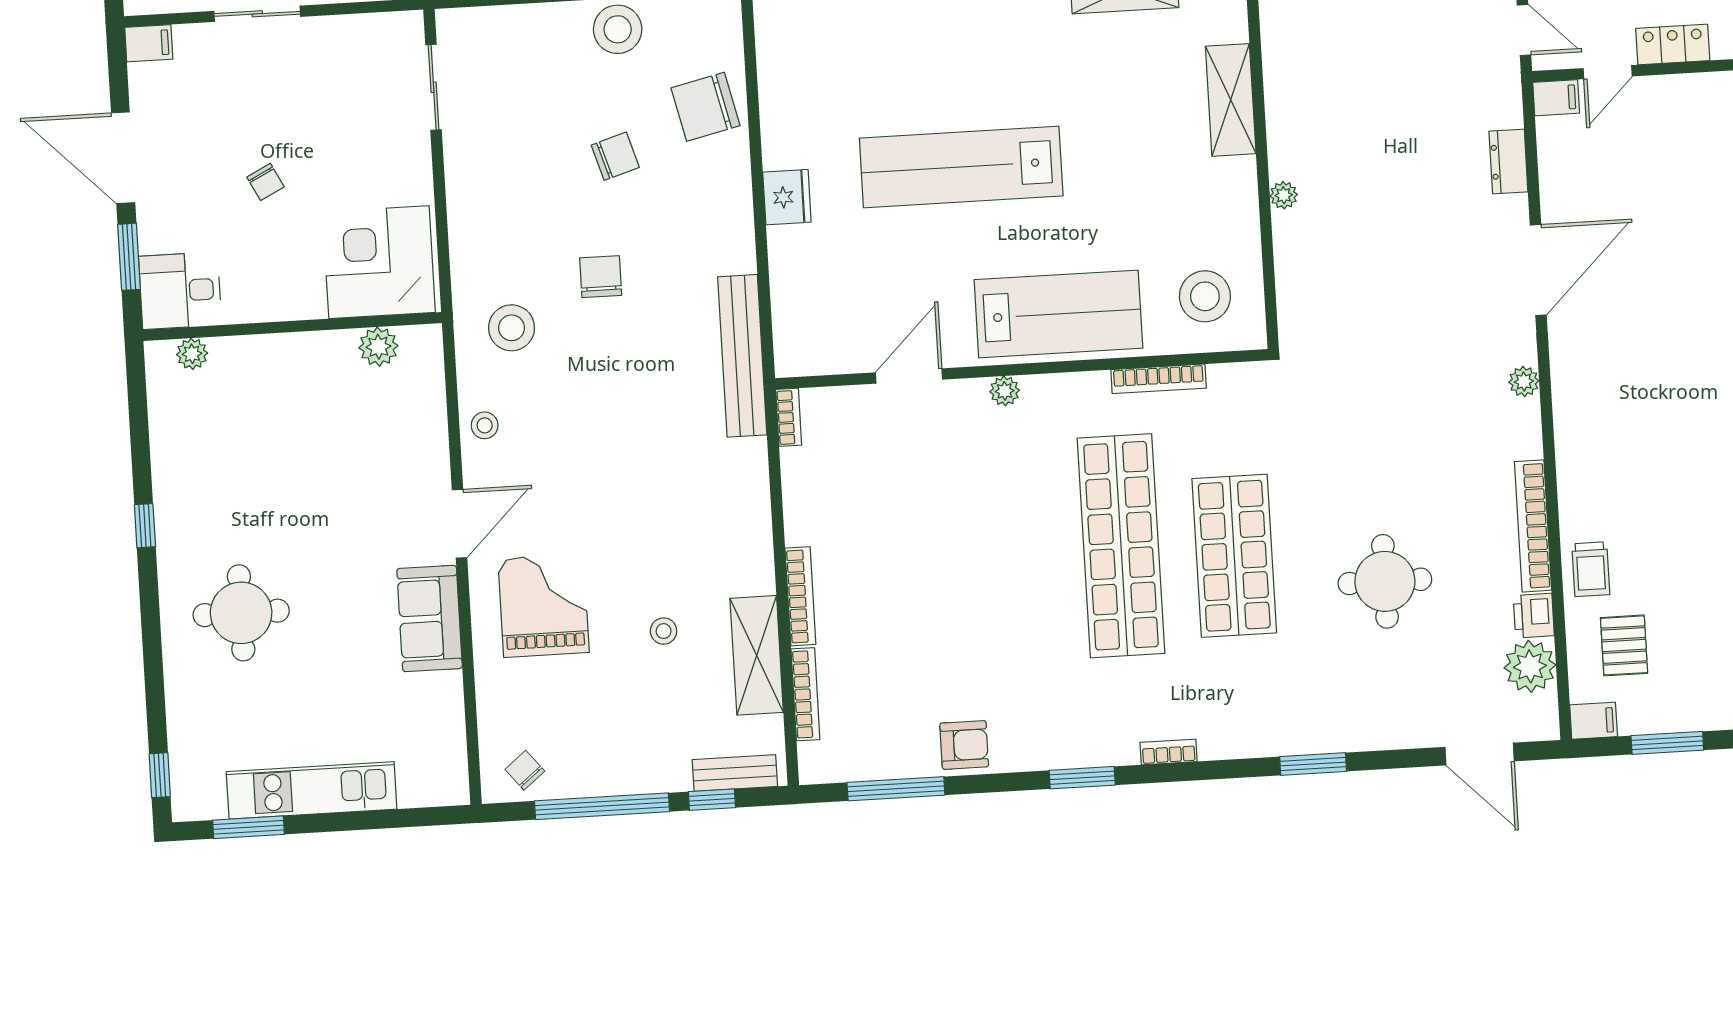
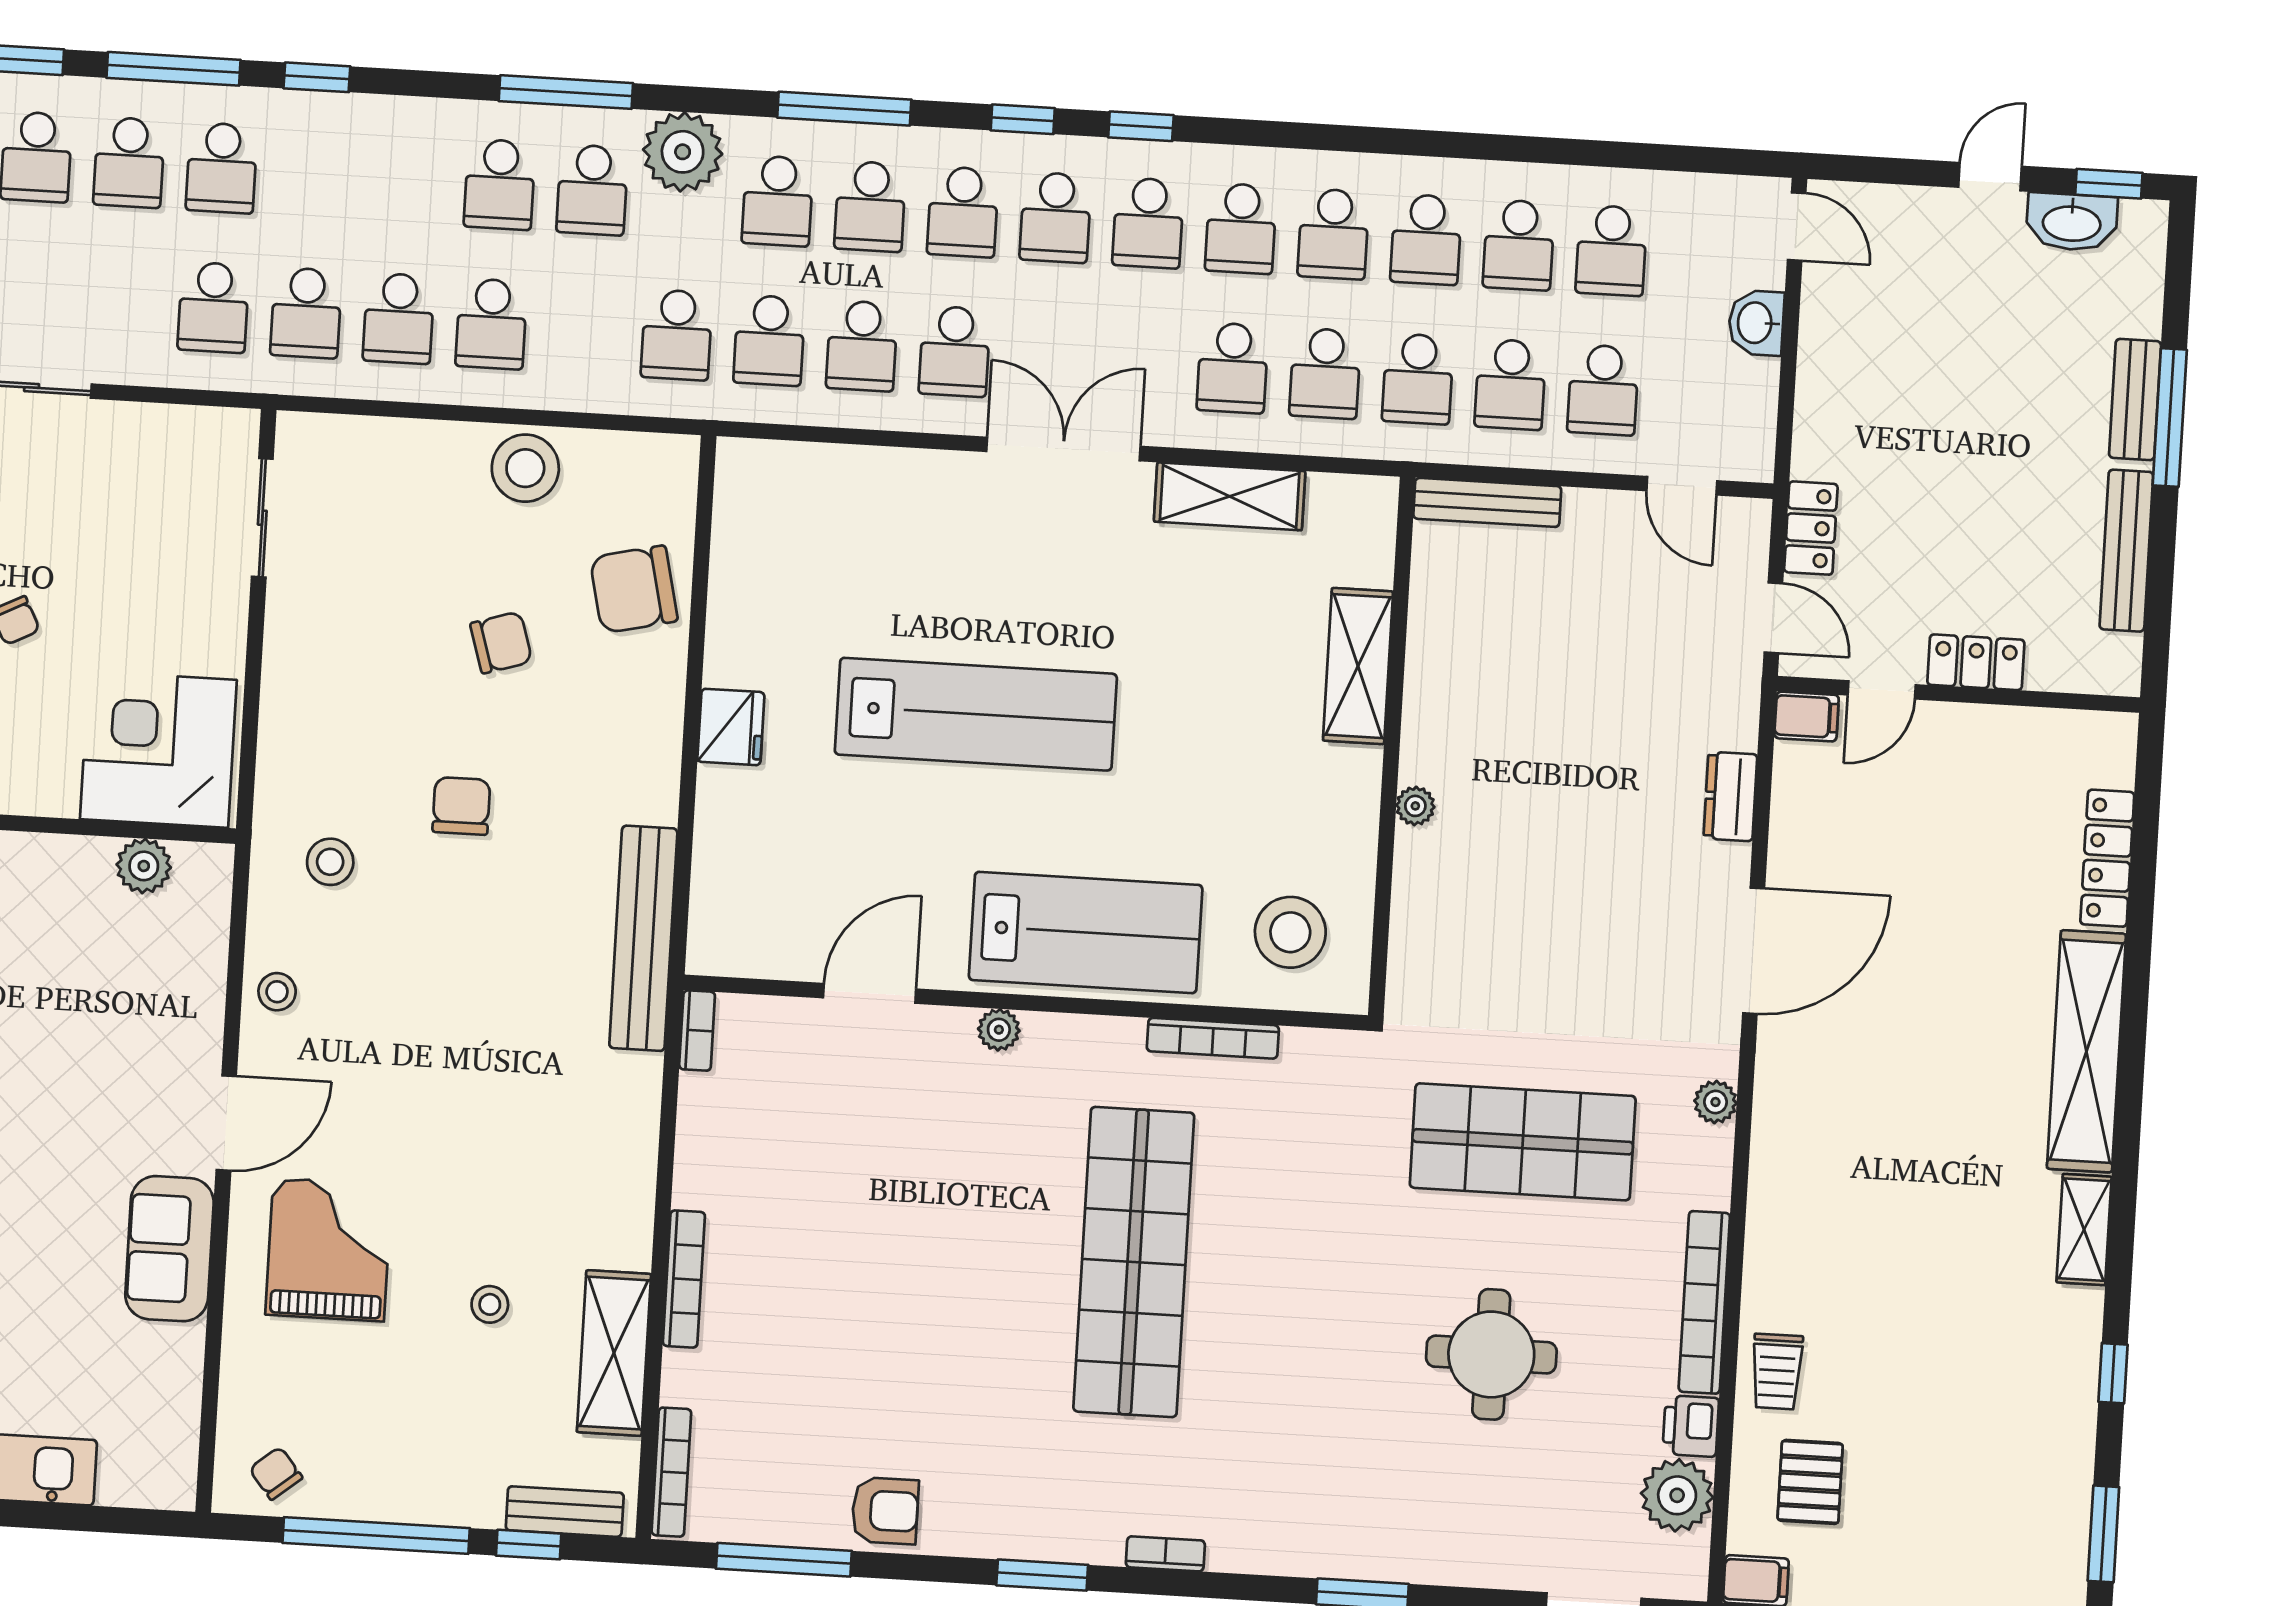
lab bench: (961, 167) -> (976, 714), turned 180
stool: (512, 328) -> (330, 862), width x0.73, depth x0.73
shop shelf: (1234, 556) -> (1523, 1142), moved, turned 90
bookcase: (805, 694) -> (671, 1472), moved

